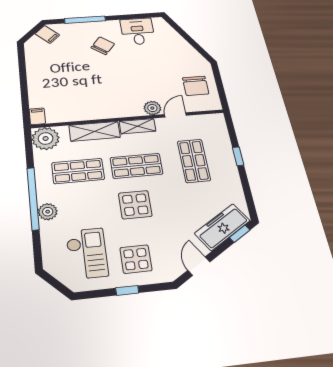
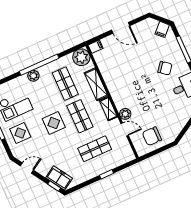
door: (23, 79) -> (121, 28), added
freezer: (222, 227) -> (59, 178), width x0.71

